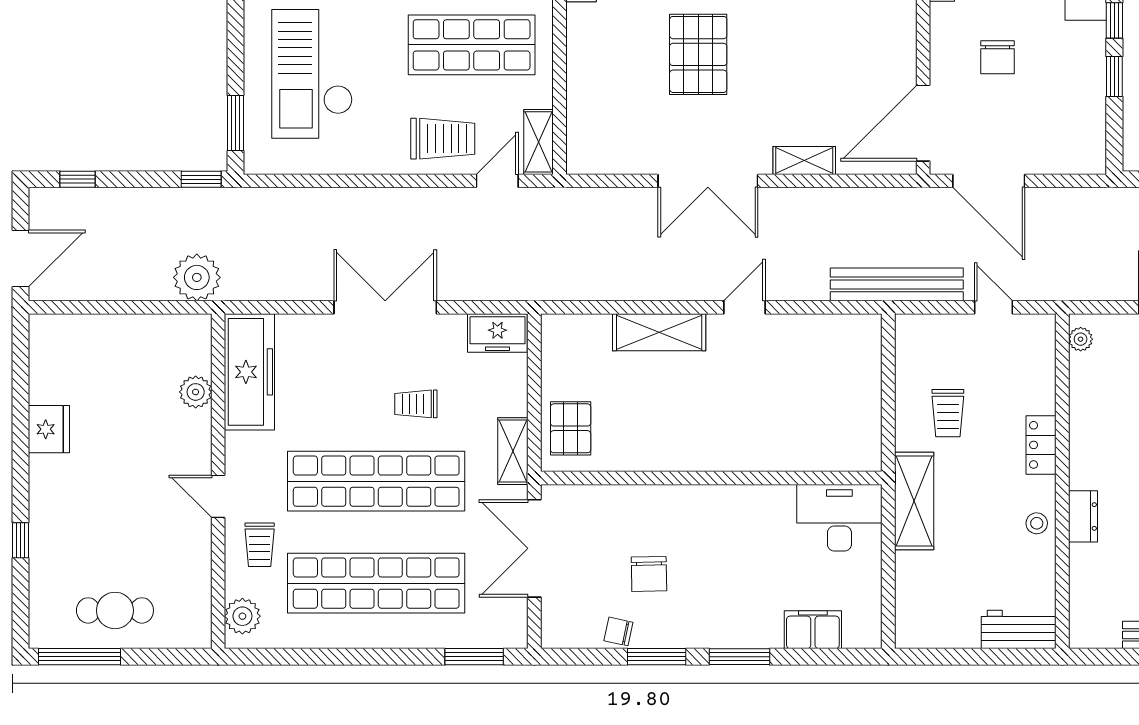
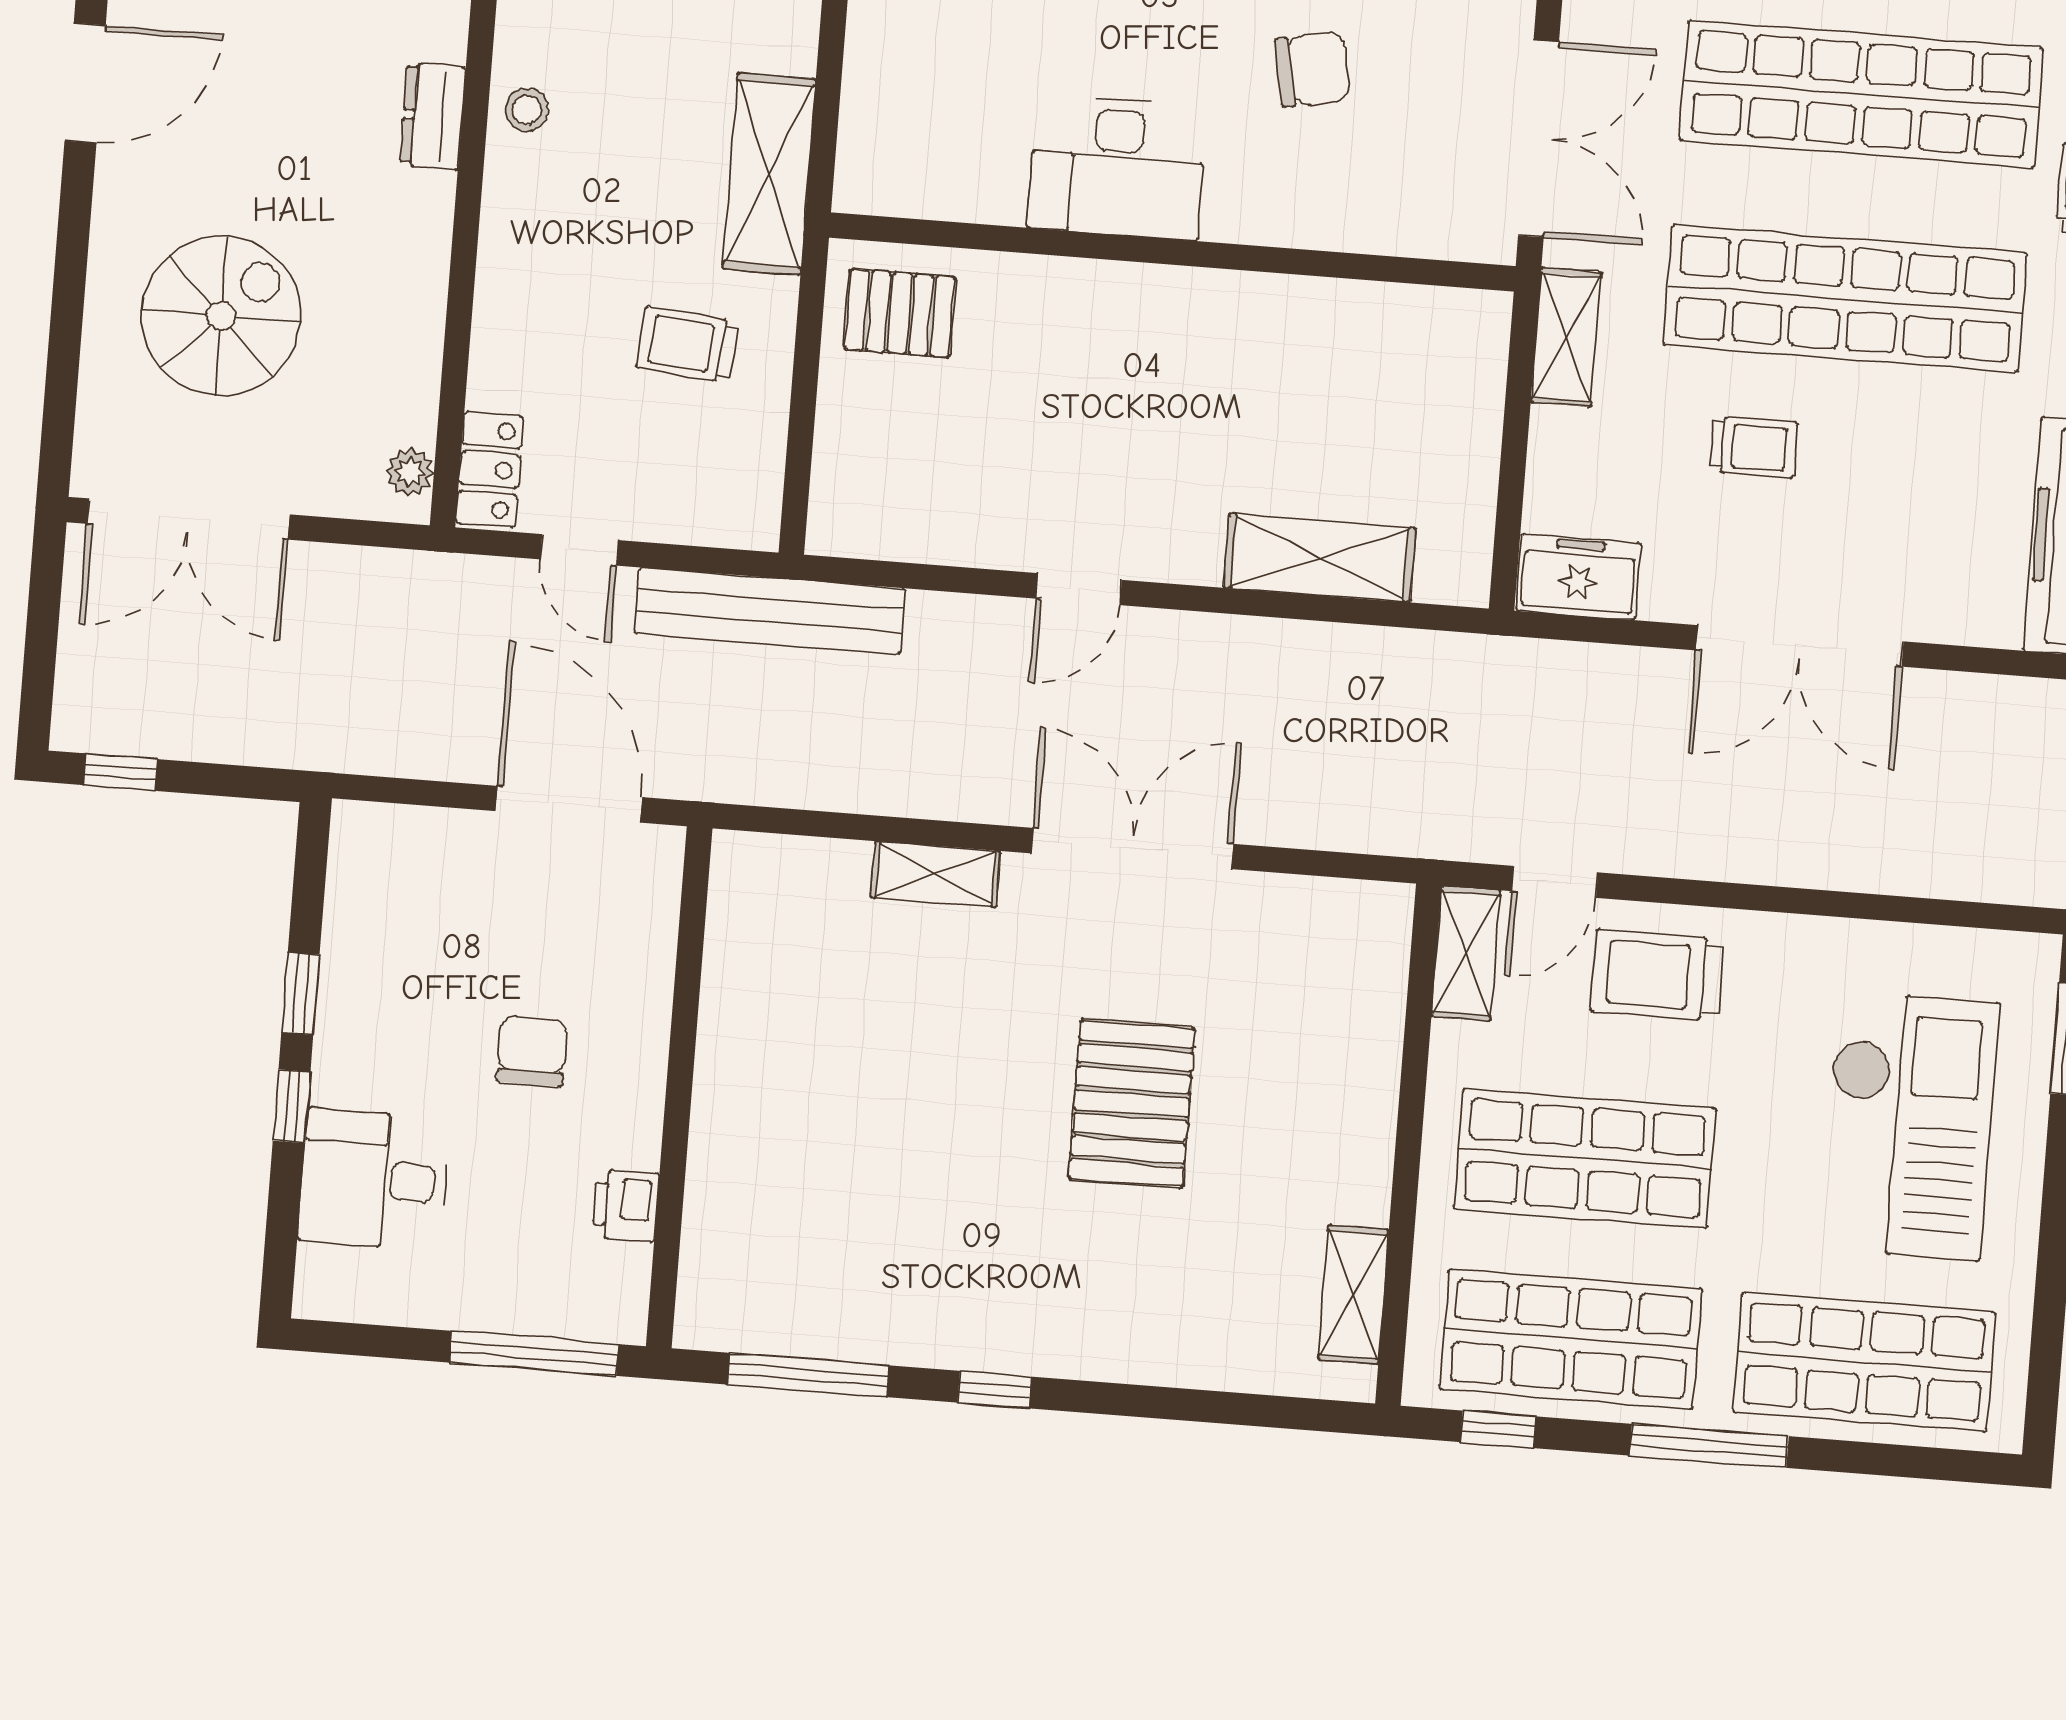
door: (923, 123) -> (691, 930), removed
shelving: (659, 332) -> (1320, 558), moved
trolley: (948, 413) -> (688, 345), turned -84
pallet: (571, 428) -> (900, 313), moved, turned 90
locker: (1041, 445) -> (490, 470), moved
desk: (839, 518) -> (1117, 167), moved
chair: (649, 574) -> (1312, 69), turned 80

